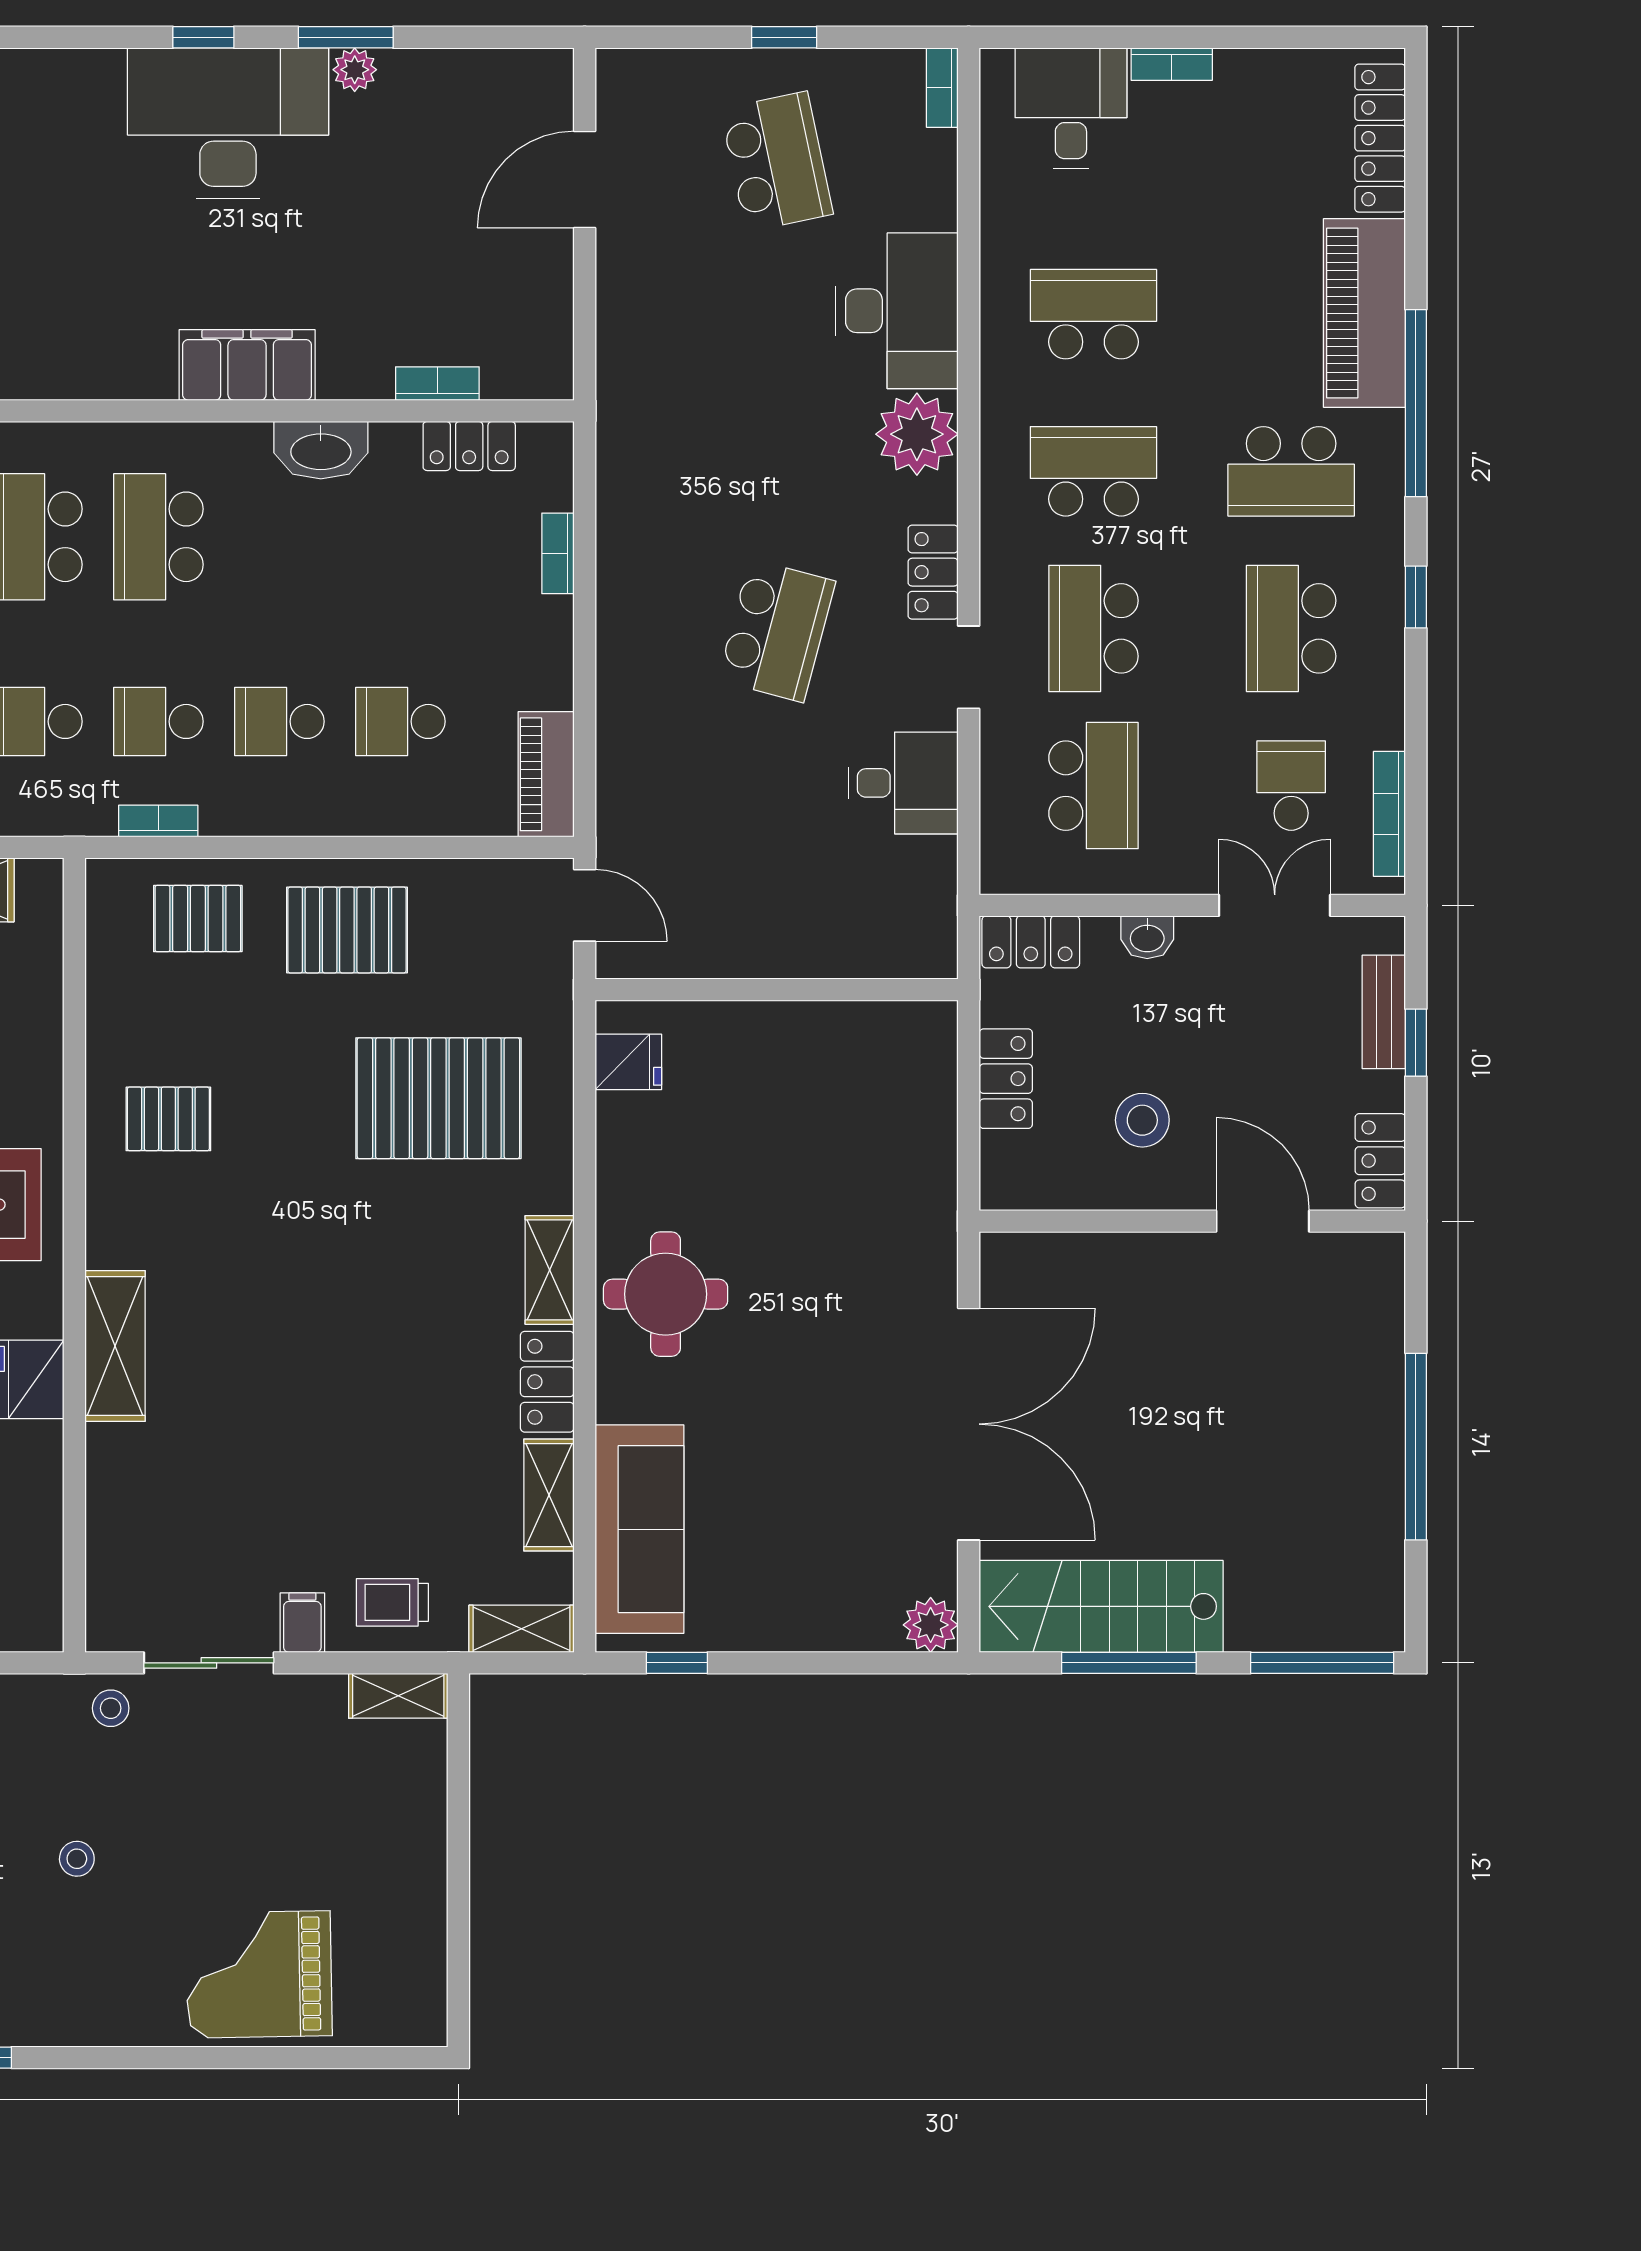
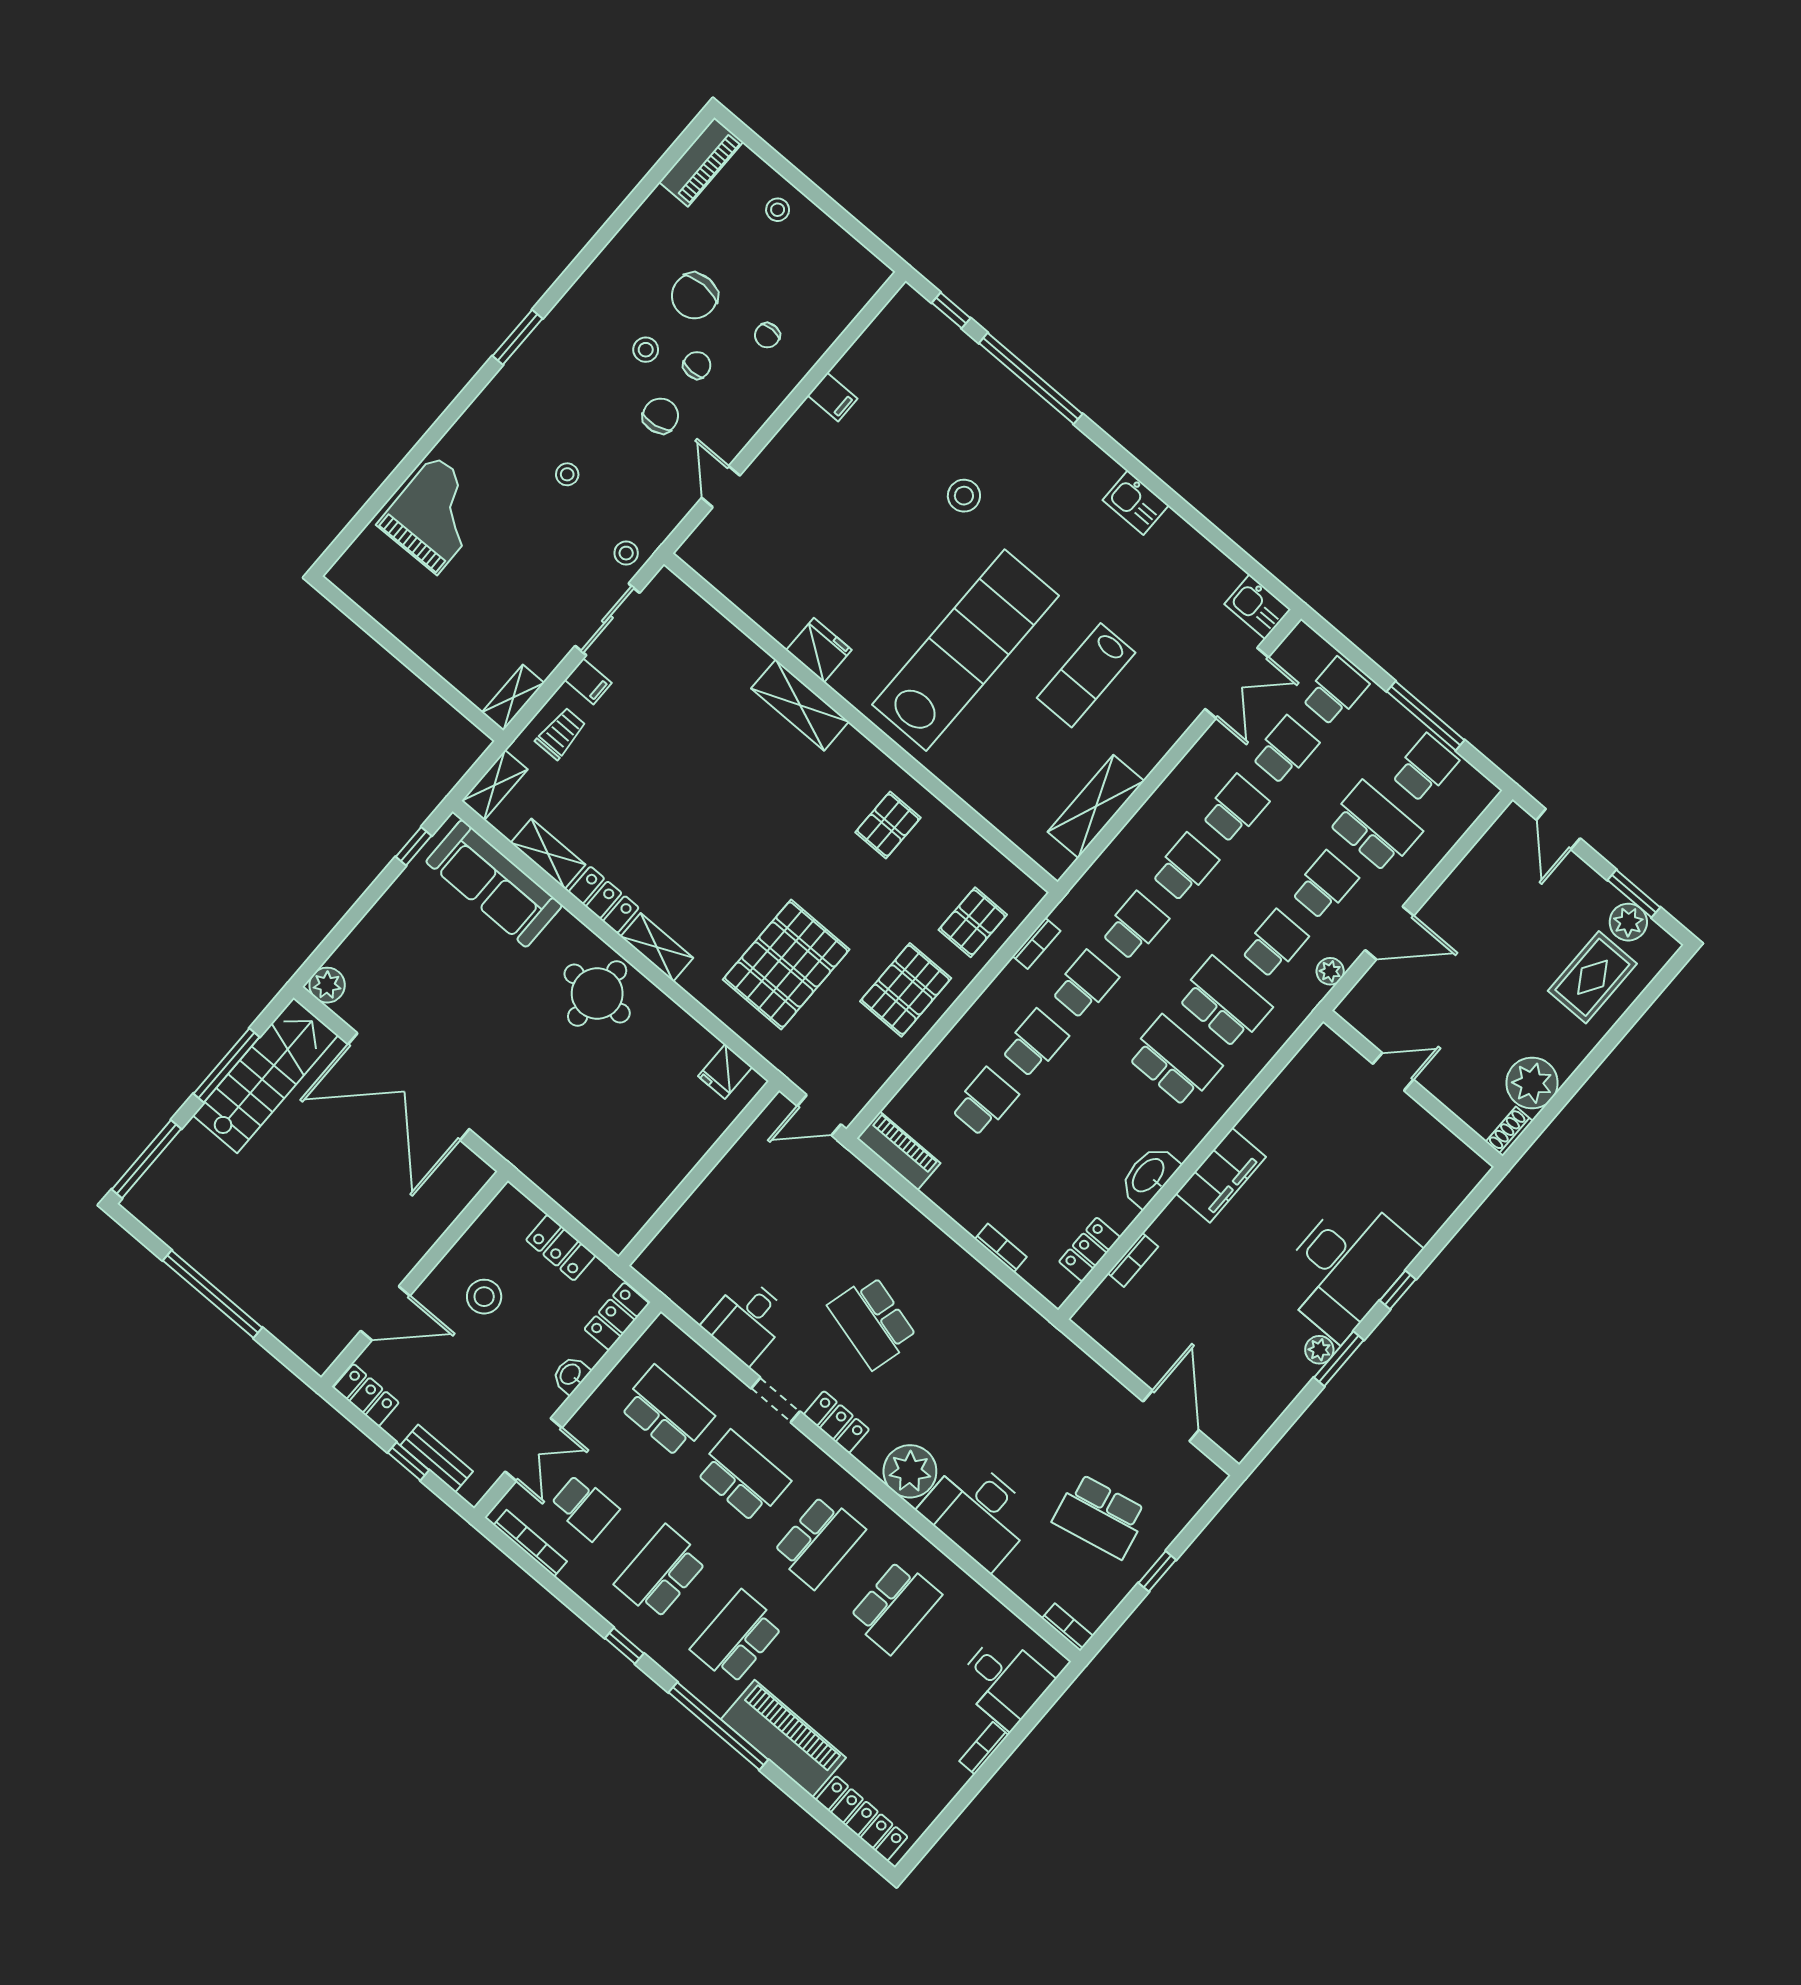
school desk: (1291, 628) -> (661, 1572), turned -90
school desk: (1093, 786) -> (666, 1411), turned 180

